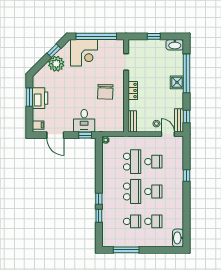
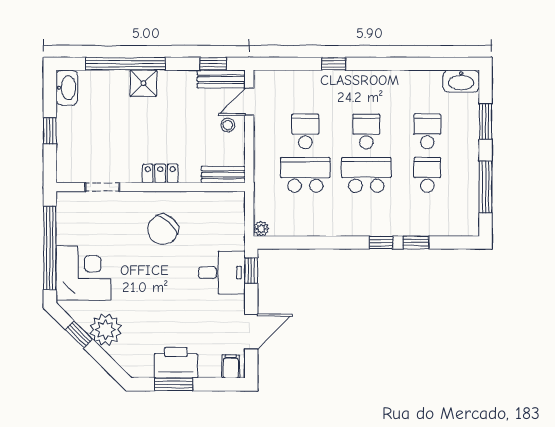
chair: (105, 92) -> (163, 230), turned 130
window: (158, 250) -> (486, 122), added

